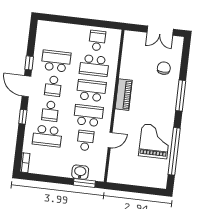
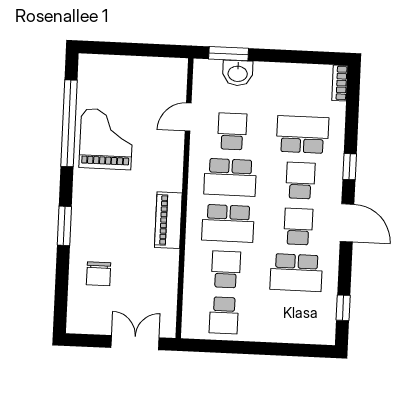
double door: (160, 31) -> (135, 343), moved
window: (29, 63) -> (343, 308), moved
school desk: (94, 66) -> (226, 269), width x0.54
window: (181, 96) -> (64, 226), width x0.69
door: (110, 140) -> (188, 117), moved
school desk: (85, 141) -> (232, 131), turned 180
grand piano: (154, 141) -> (106, 139), turned 180

